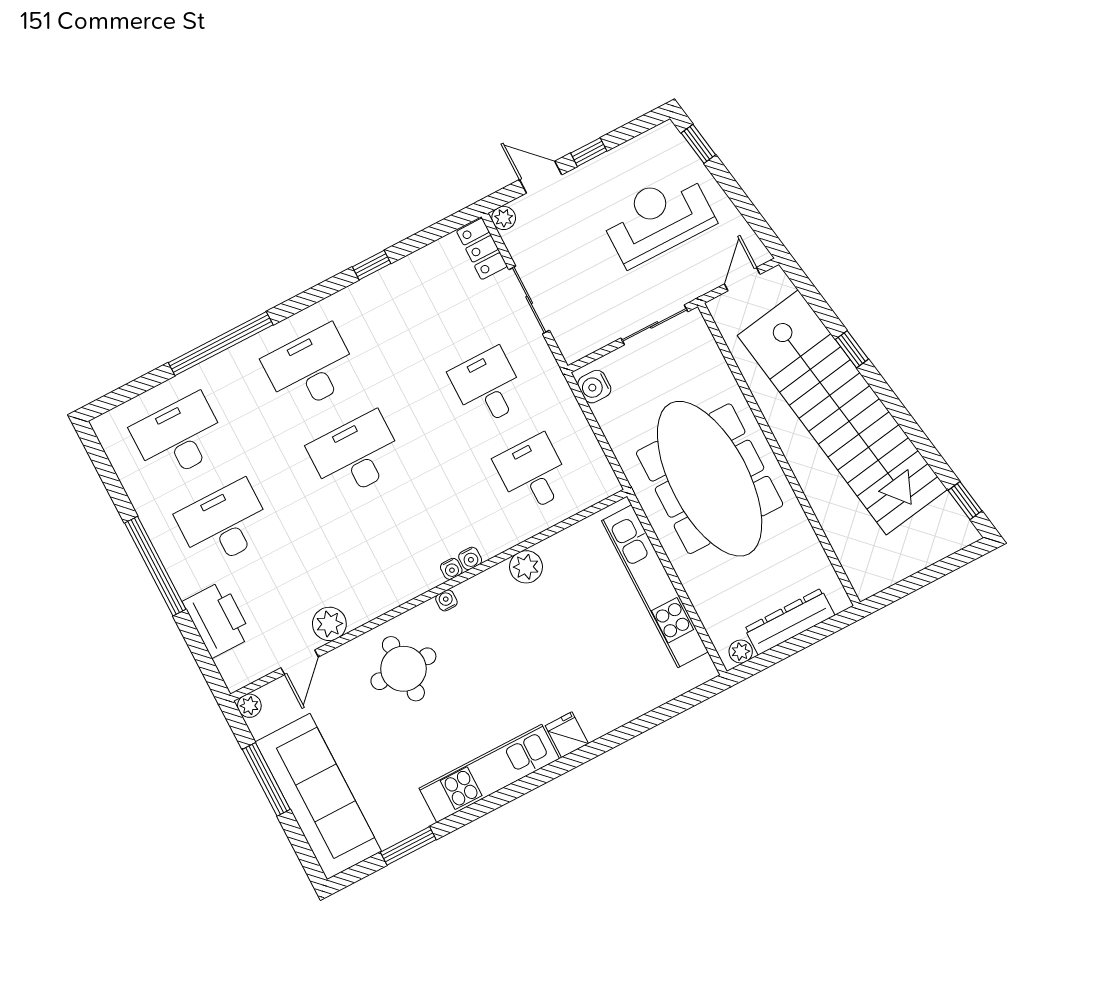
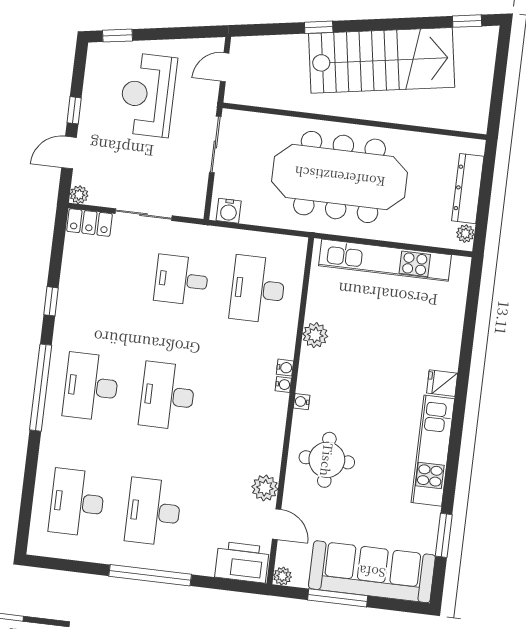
door: (742, 279) -> (225, 67), hinge flipped
window: (221, 344) -> (41, 388), moved
stairs: (842, 412) -> (382, 60), width x0.73
desk: (533, 474) -> (258, 289), width x1.37
printer: (217, 619) -> (242, 562), moved

